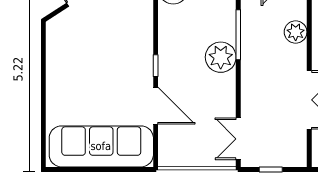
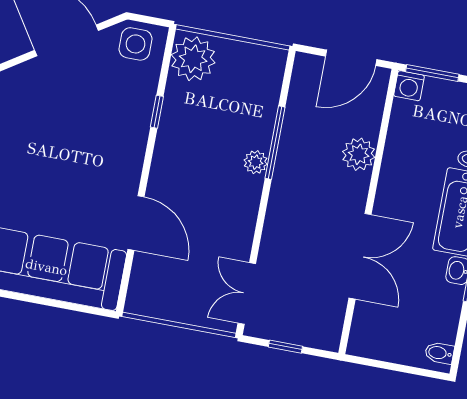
plant: (221, 57) -> (256, 162), width x0.53, depth x0.53
window: (156, 66) -> (157, 112), moved

